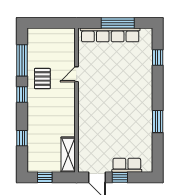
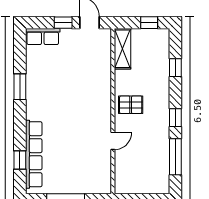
row of seats: (110, 35) -> (34, 154), moved, turned 90
pallet: (42, 79) -> (131, 105), moved, turned 90
row of seats: (127, 165) -> (43, 37), moved

